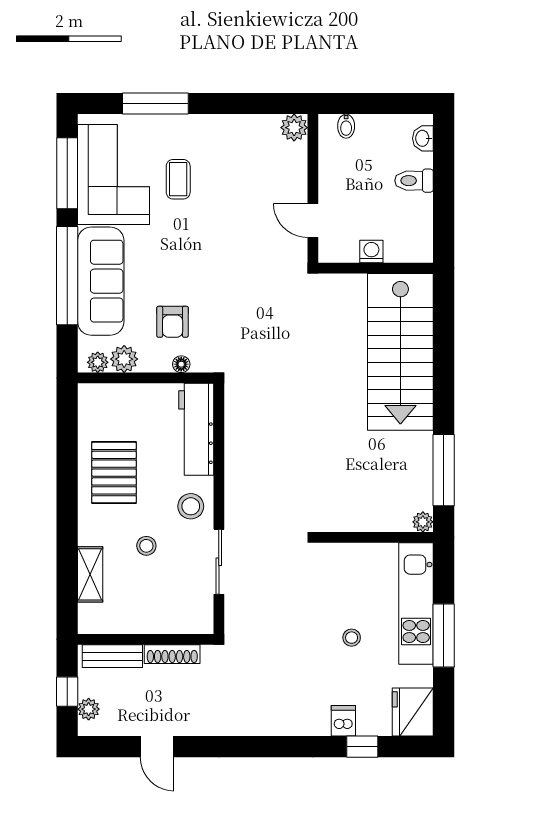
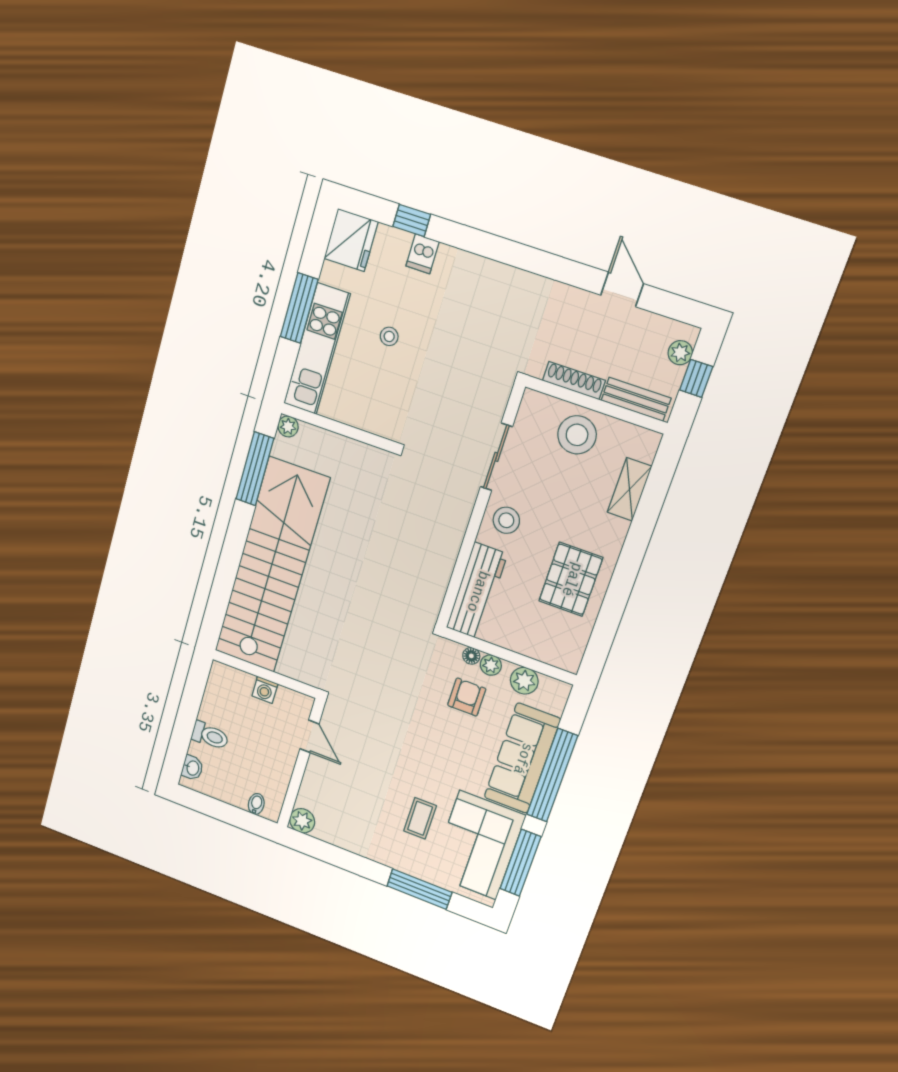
stairs: (400, 352) -> (271, 566), width x1.36
plant: (98, 362) -> (491, 665), moved
stool: (146, 546) -> (577, 435), moved, width x1.89, depth x1.89

